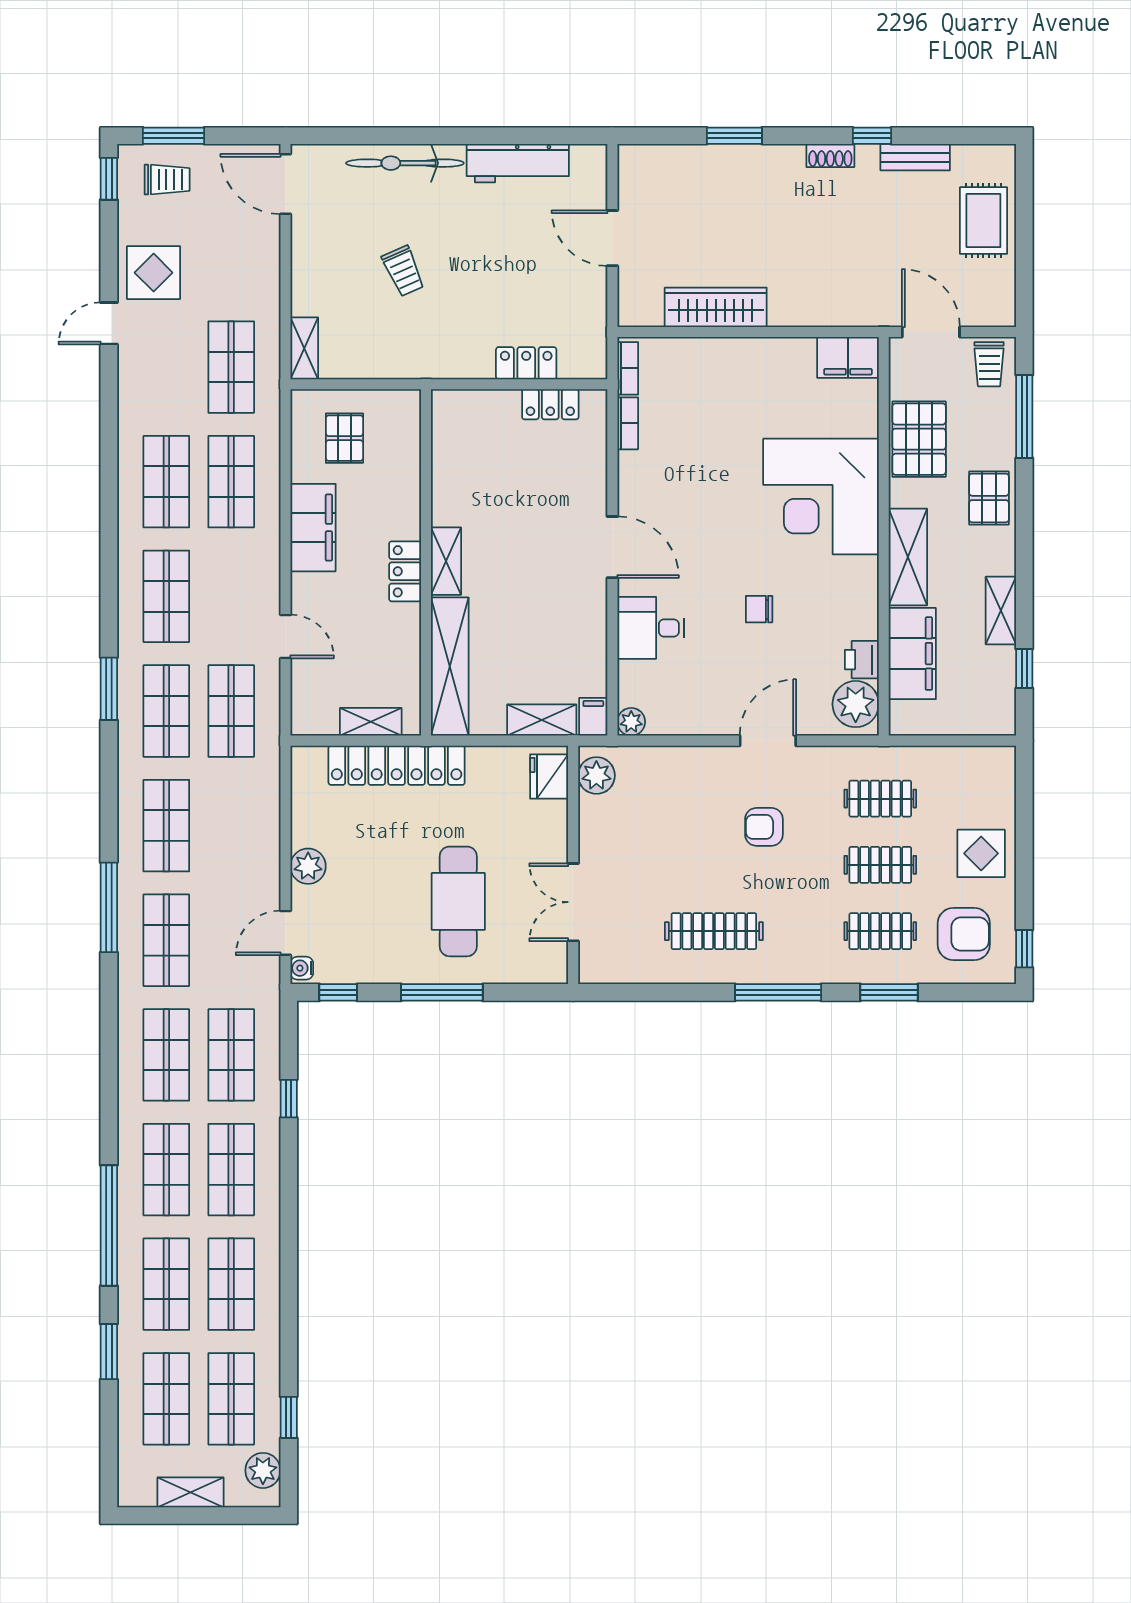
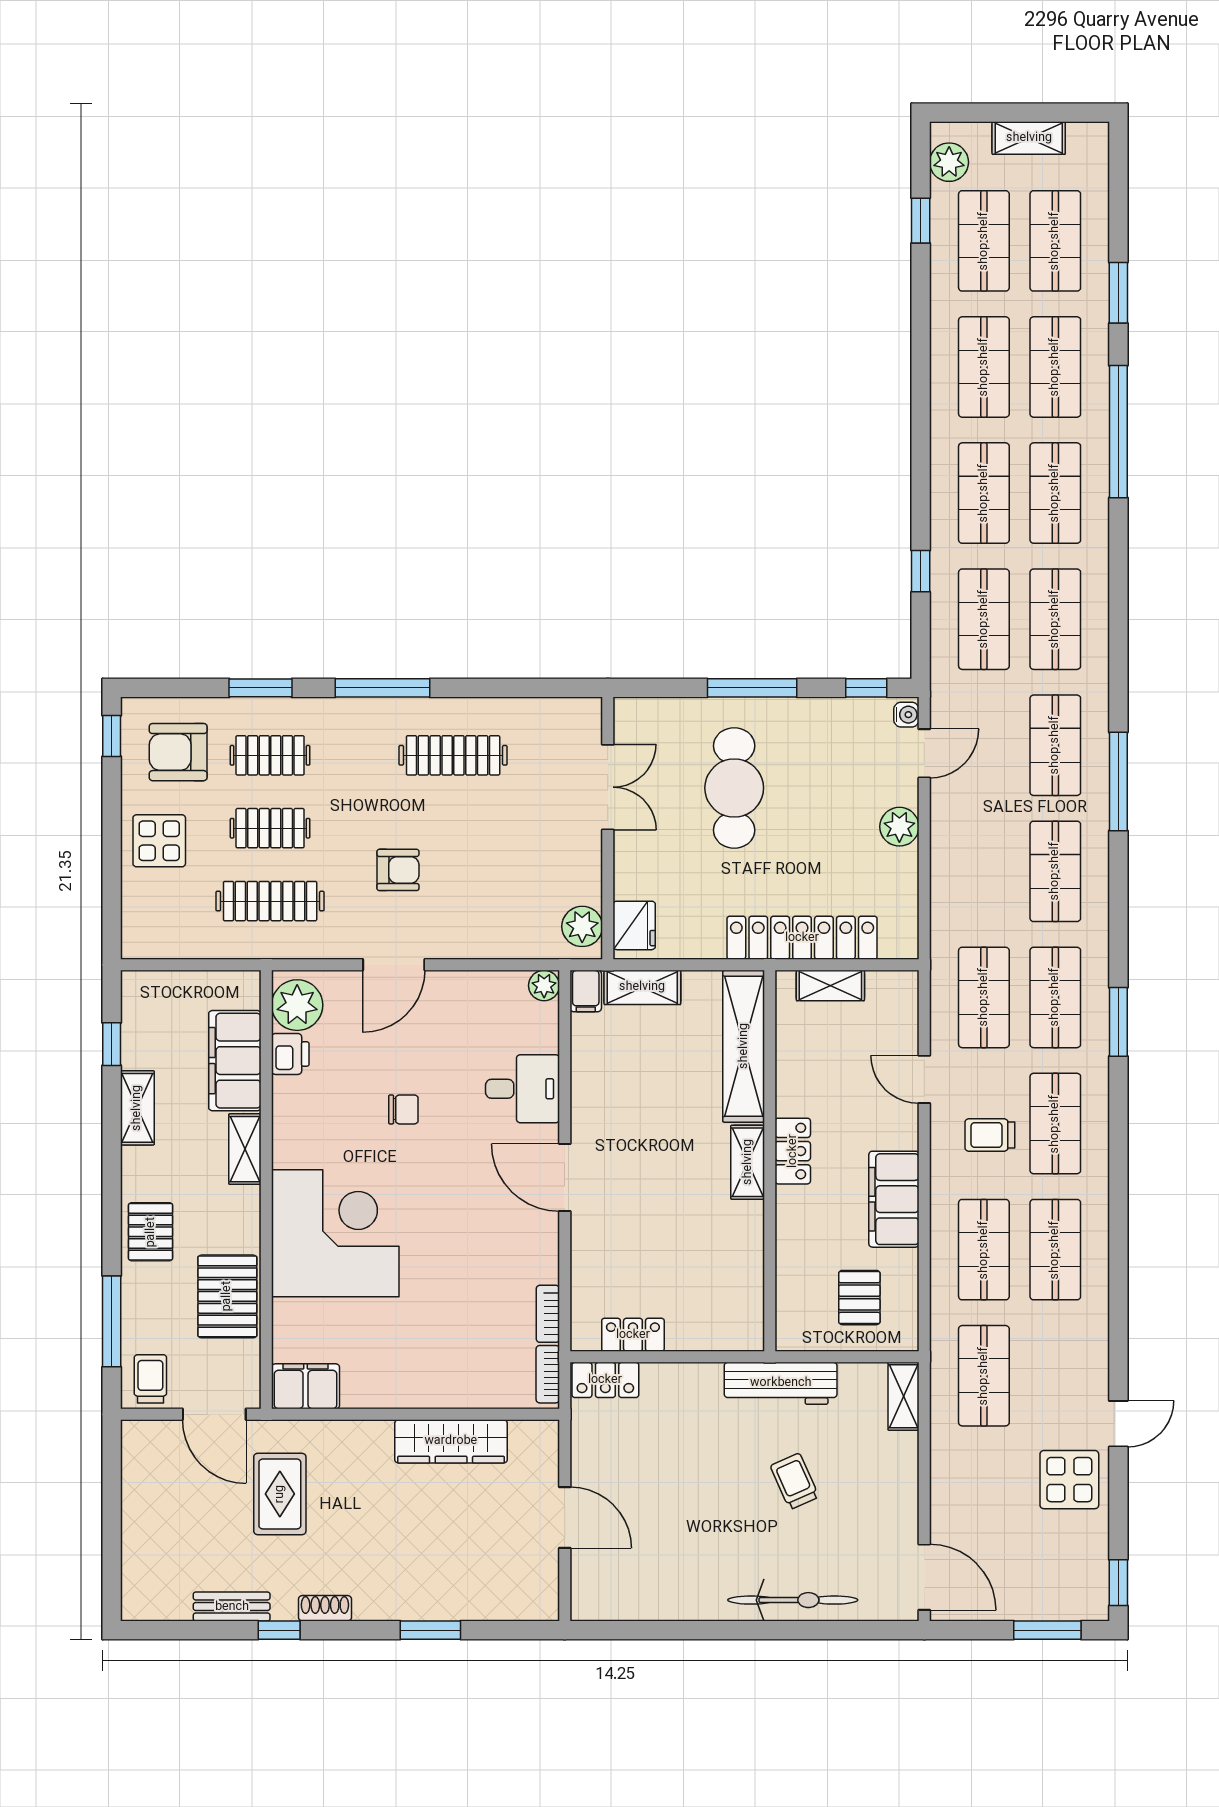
workbench: (518, 163) -> (781, 1383), moved, turned 180
trolley: (167, 180) -> (990, 1135), moved
rug: (983, 221) -> (280, 1494), moved
locker: (526, 363) -> (605, 1380), moved
shelving: (908, 557) -> (245, 1149), width x0.67, depth x0.75
clothes rail: (880, 799) -> (270, 901), width x1.36

